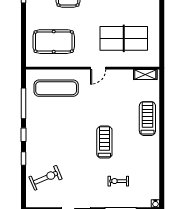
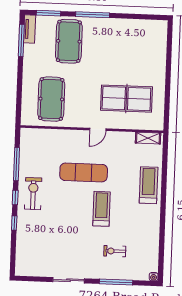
pool table: (54, 42) -> (51, 99), turned 90
exercise mat: (56, 88) -> (84, 172), moved
exercise bike: (46, 178) -> (33, 194), moved, turned -67

